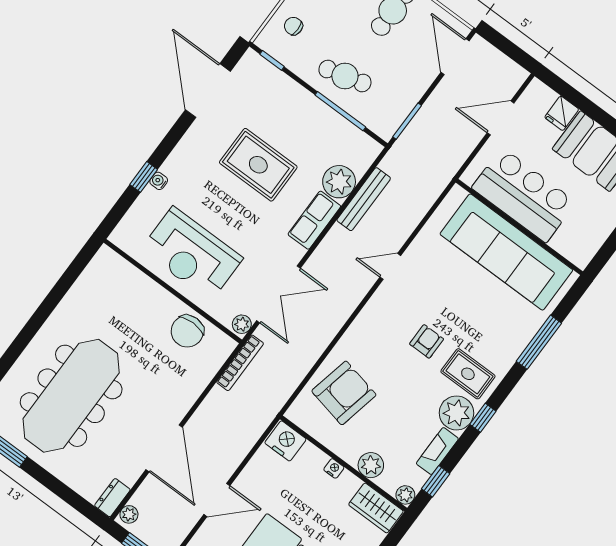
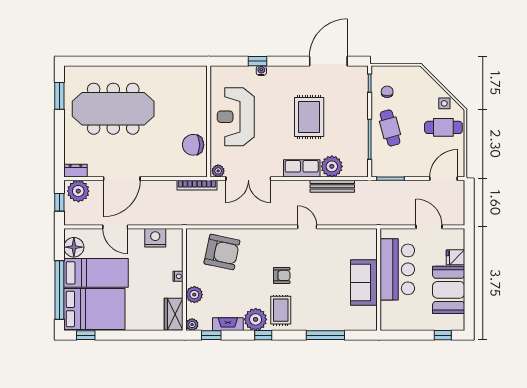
chair: (293, 26) -> (387, 92), moved
sofa: (506, 252) -> (364, 283), width x0.54, depth x0.79
nightstand: (285, 441) -> (155, 238), moved, turned -90
plant: (129, 514) -> (78, 191), width x1.88, depth x1.88

